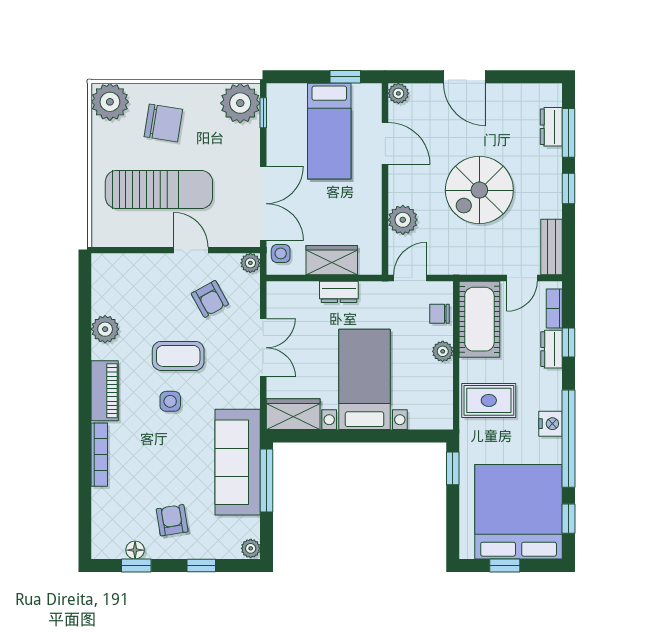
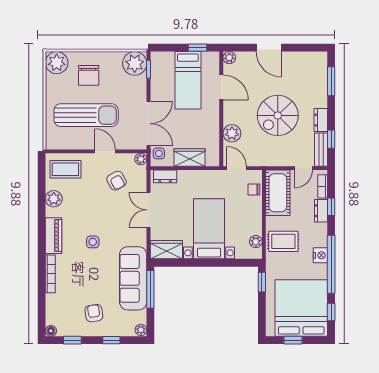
chair: (163, 123) -> (89, 75), turned 81
dresser: (551, 127) -> (321, 120), moved
window: (568, 189) -> (331, 139), moved
door: (410, 278) -> (236, 168), hinge flipped
dresser: (339, 292) -> (165, 176), moved
double door: (263, 348) -> (148, 210), swing flipped
plant: (443, 351) -> (256, 242), moved
coffee table: (178, 356) -> (65, 169), moved
floor lamp: (135, 550) -> (51, 331), moved

